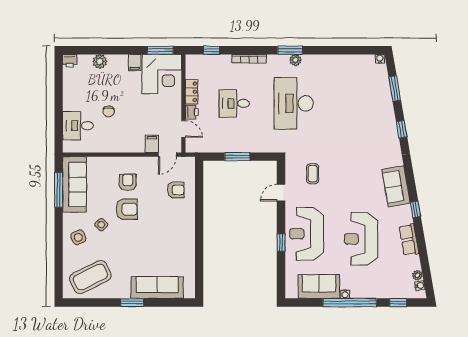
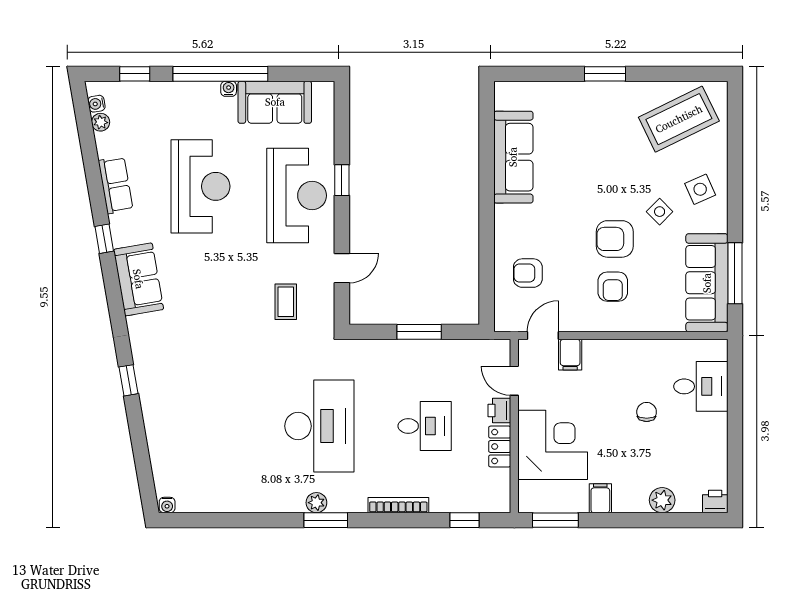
corner desk: (162, 74) -> (553, 445), moved, turned 90
window: (395, 88) -> (141, 452), removed
sofa: (157, 287) -> (513, 157), moved, turned -90

